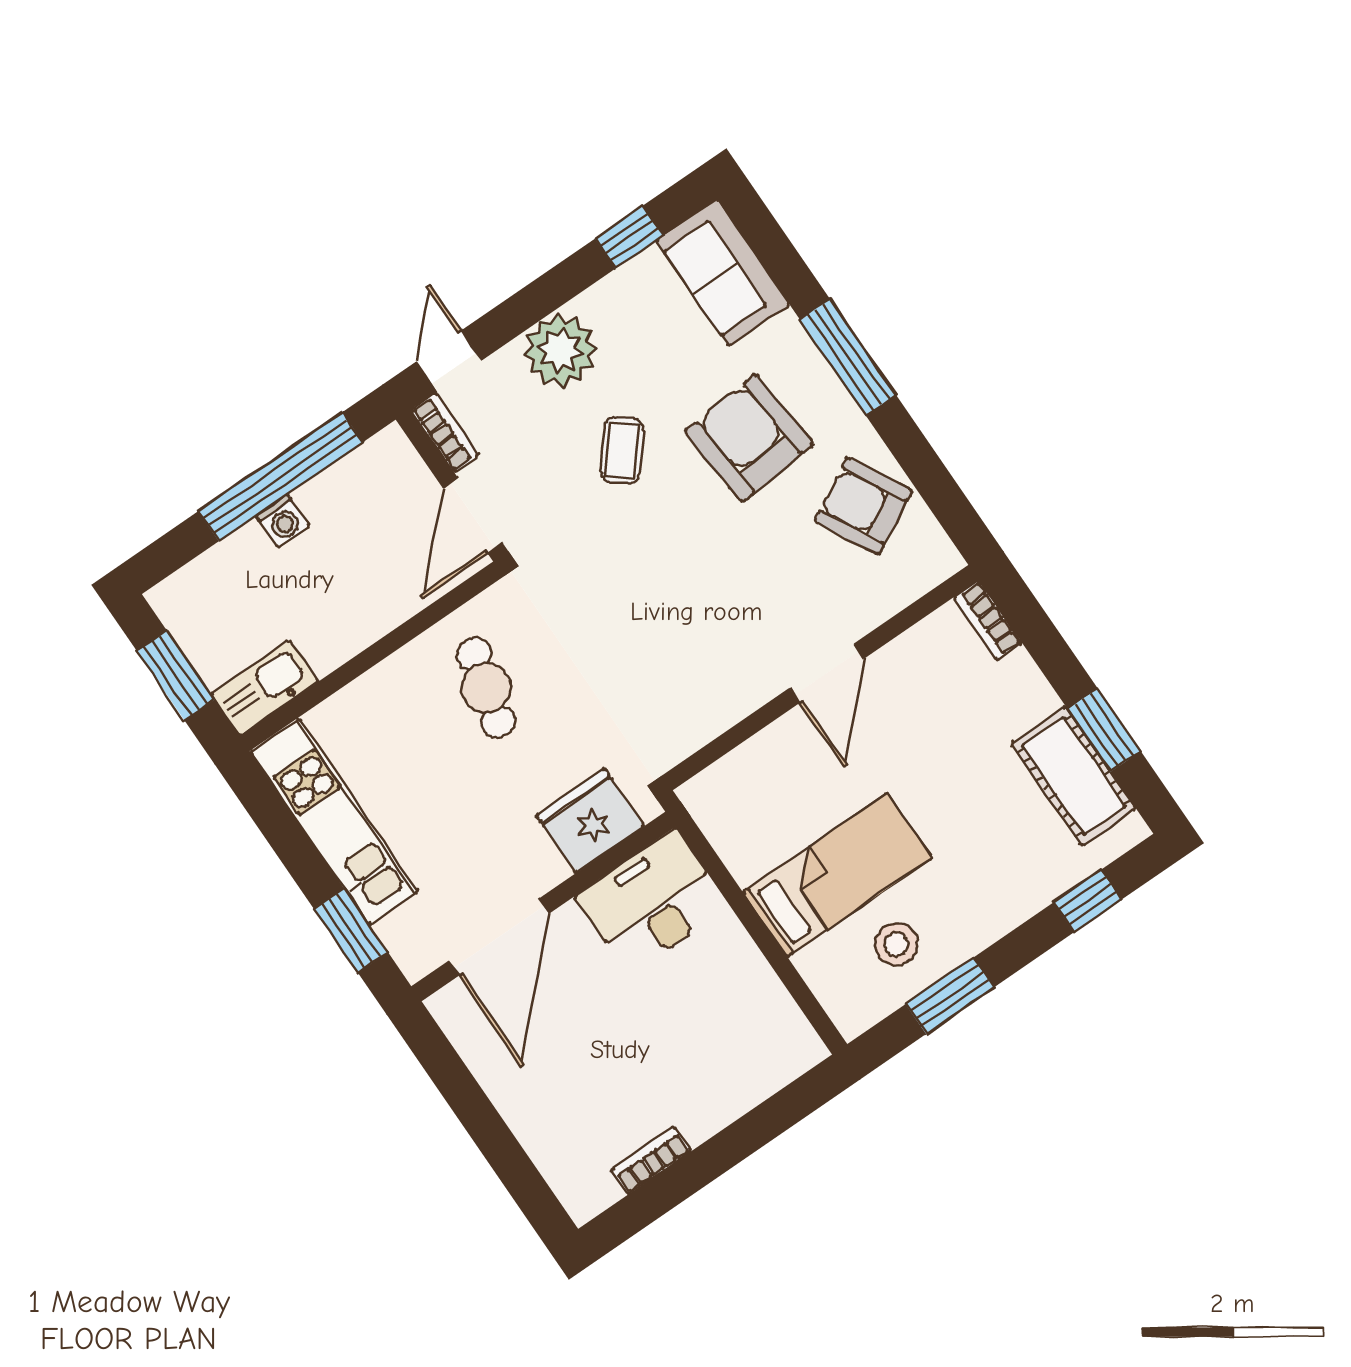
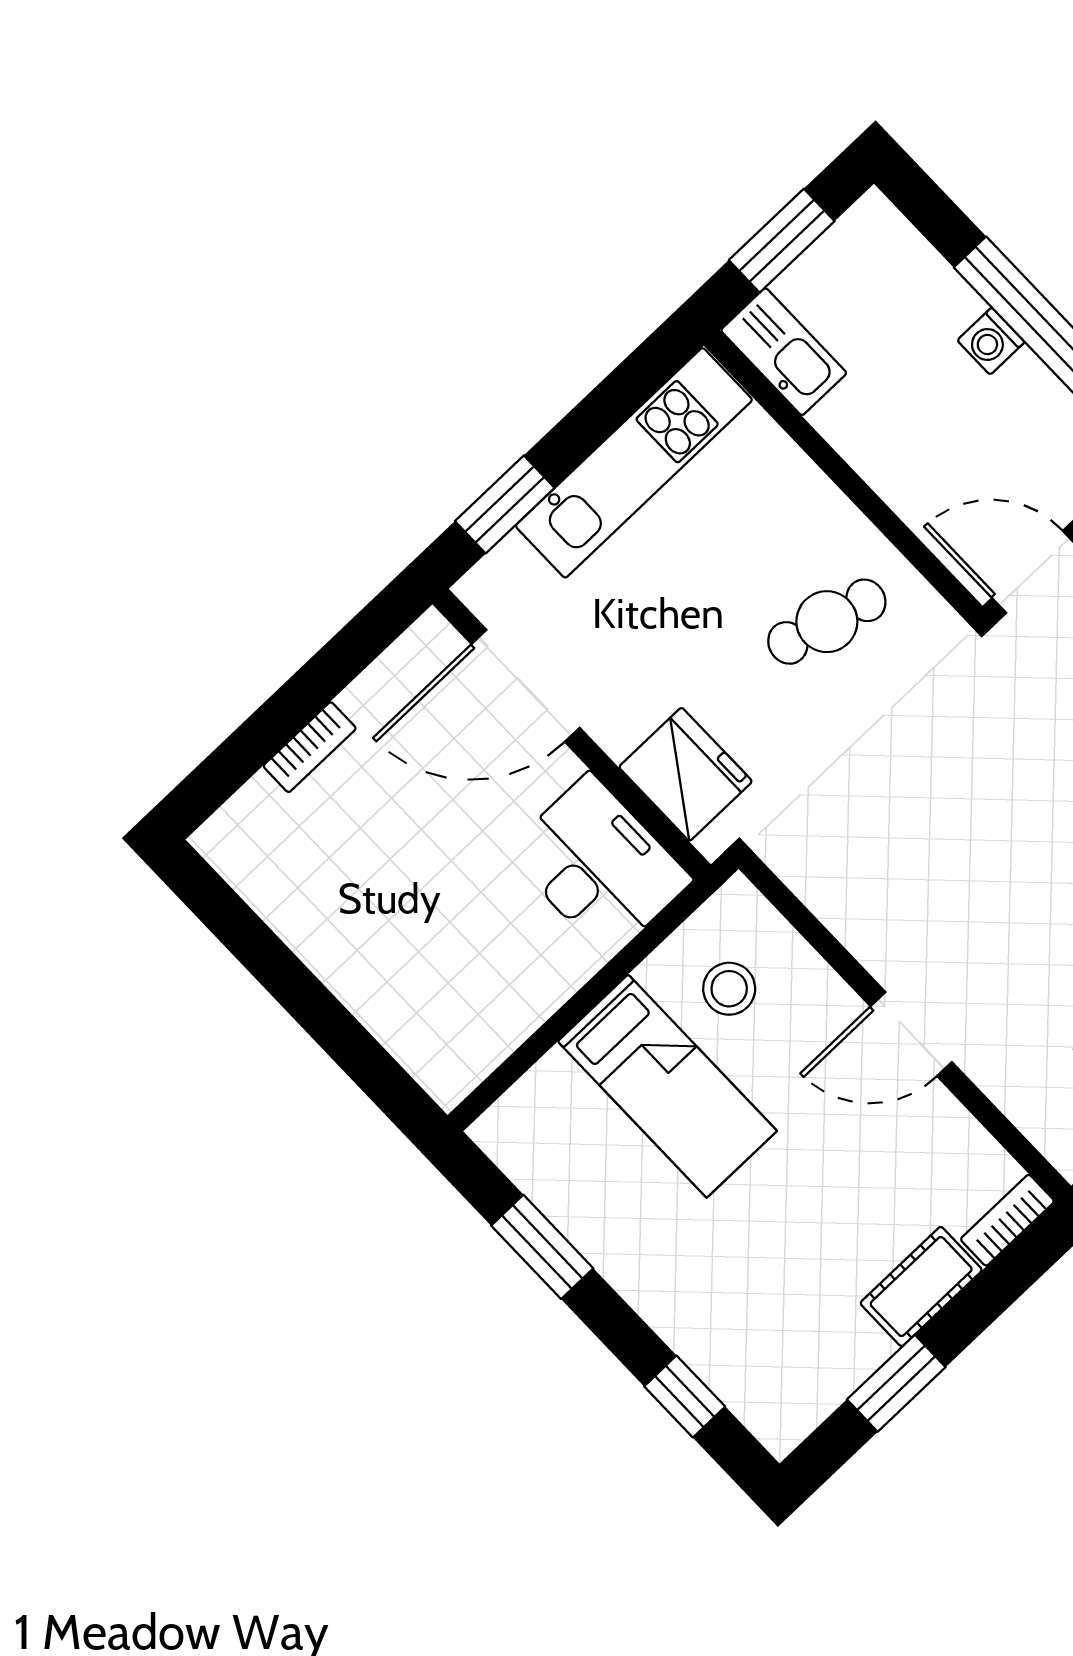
cot: (1074, 776) -> (921, 1287), moved, width x0.73, depth x0.75
stool: (896, 944) -> (729, 989), moved
bookcase: (651, 1160) -> (310, 747), moved, turned 90

